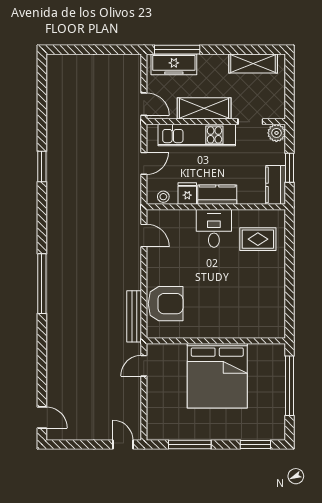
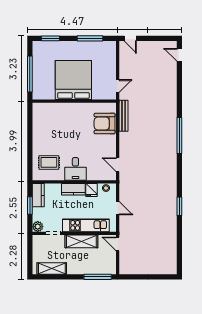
freezer: (174, 64) -> (100, 268), removed
door: (144, 163) -> (118, 208), swing flipped

